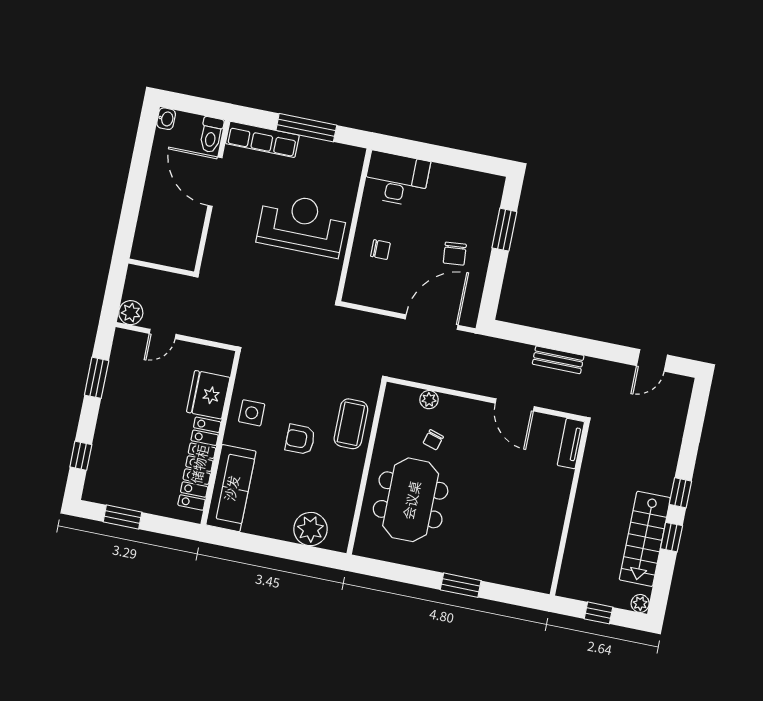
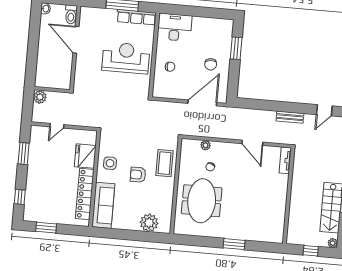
row of seats: (262, 139) -> (136, 17), moved
plant: (131, 313) -> (40, 97), moved
bench: (558, 360) -> (290, 117), moved

